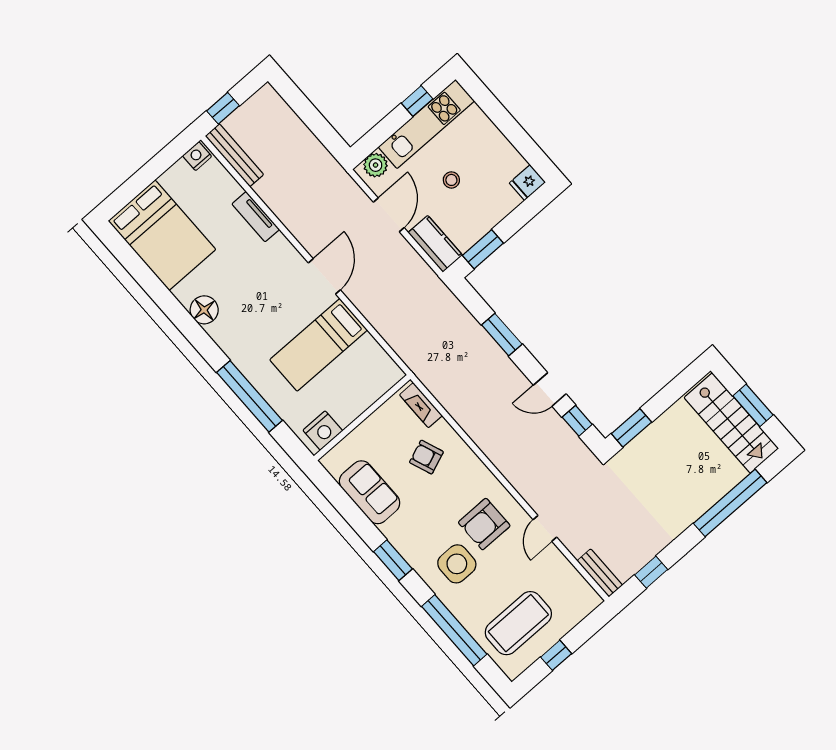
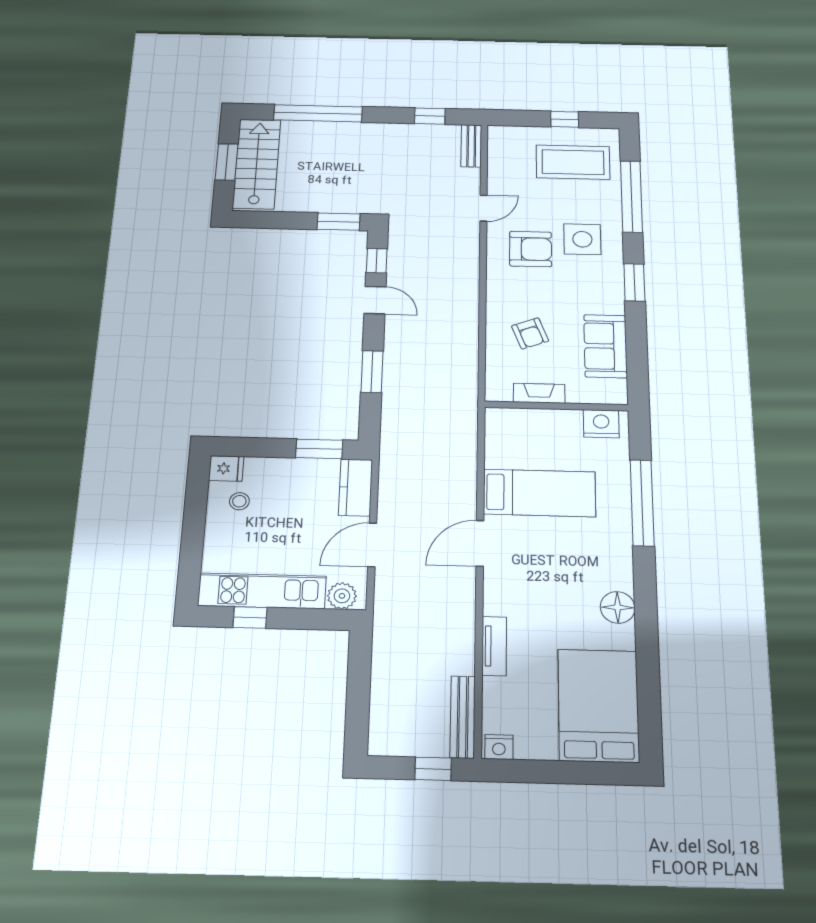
stool: (451, 180) -> (239, 501), moved
fireplace: (421, 405) -> (539, 393), moved, turned -90

